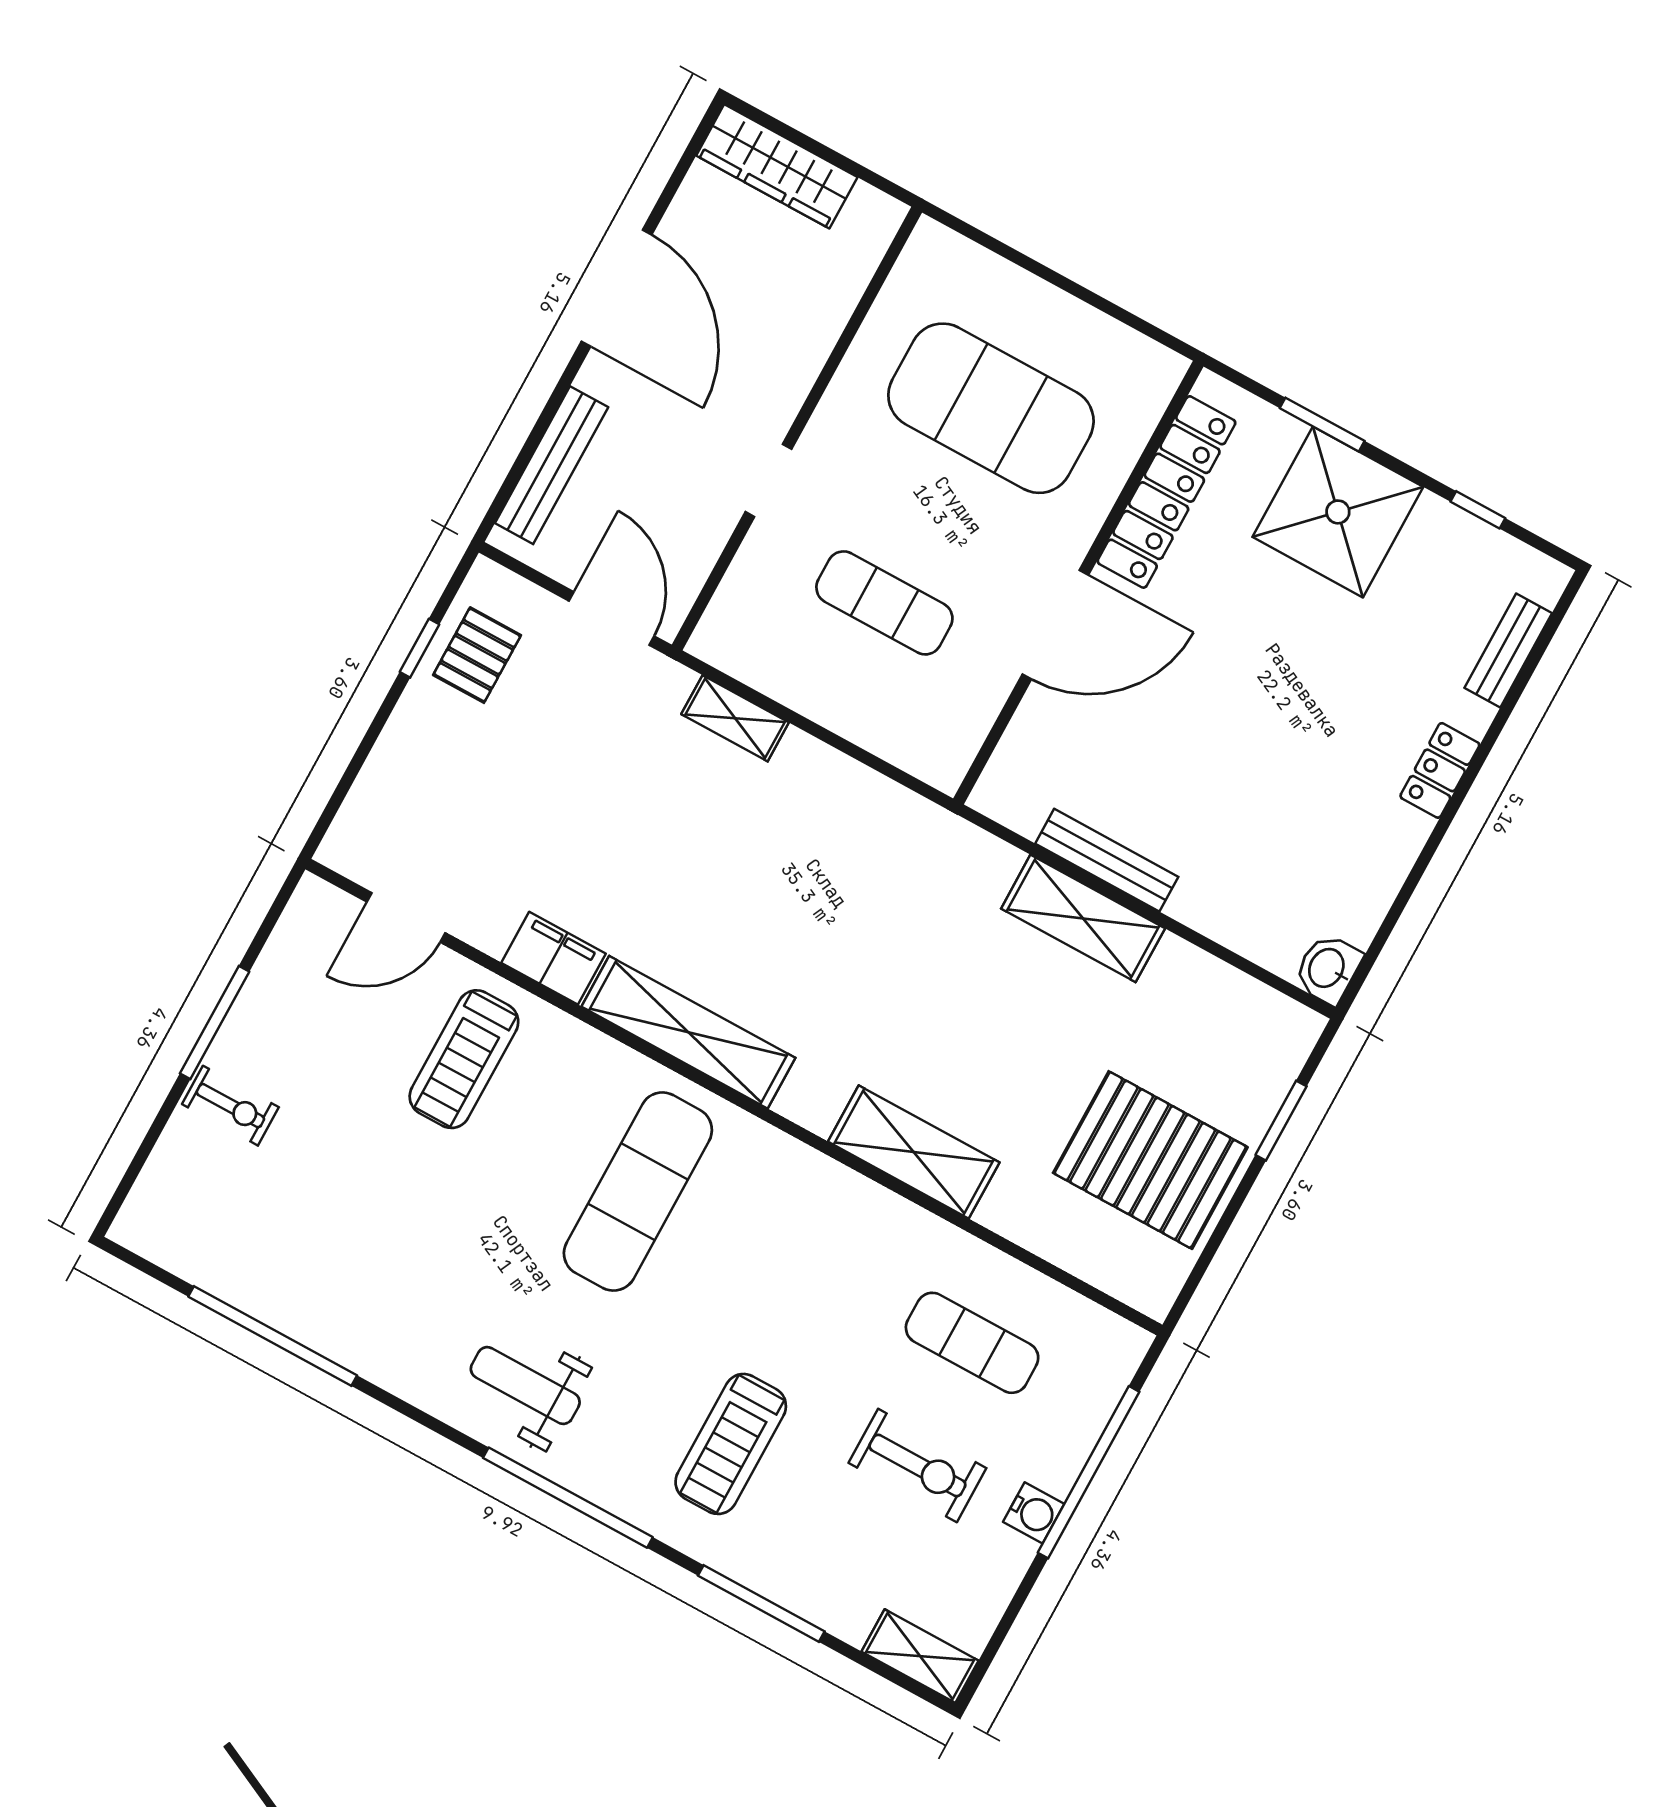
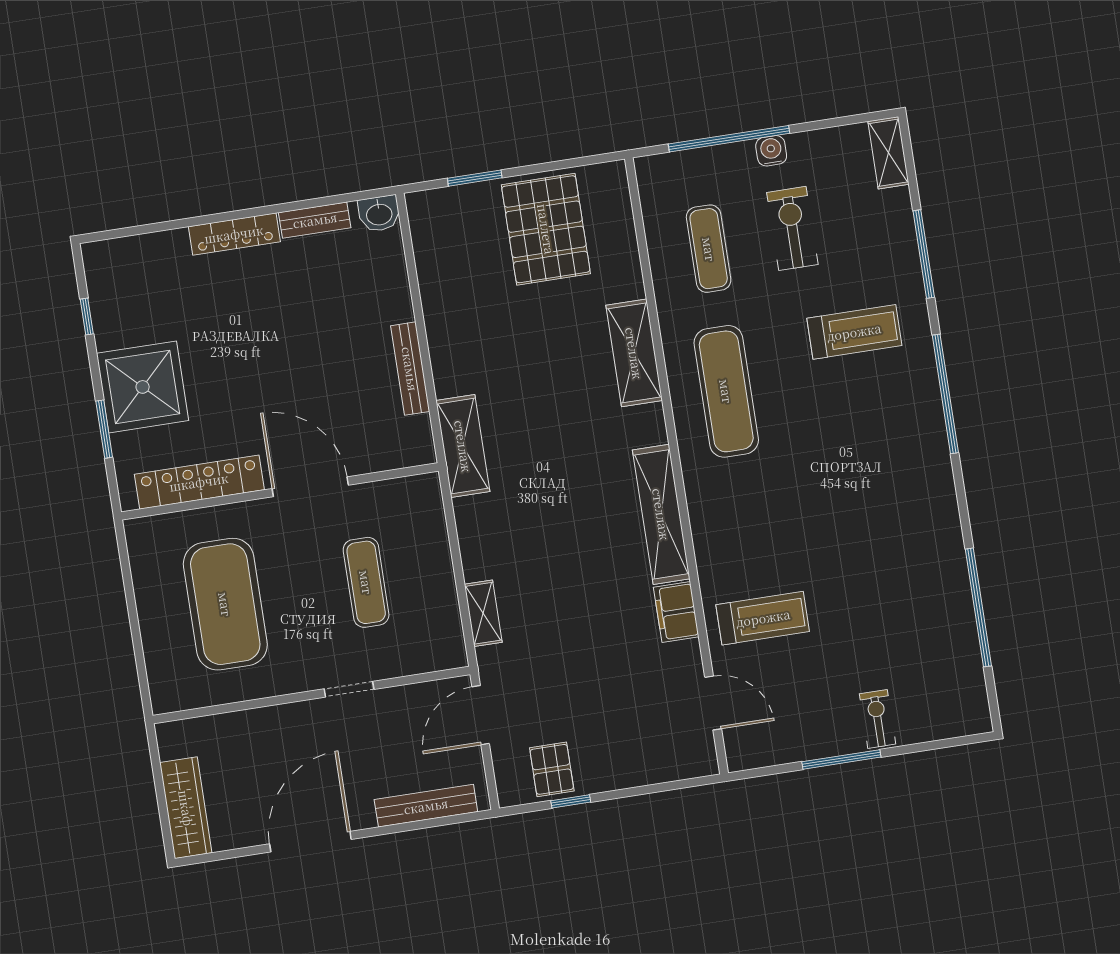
bench: (1508, 650) -> (315, 220), moved
pallet: (477, 655) -> (552, 769), turned 90
locker: (1440, 770) -> (234, 234), width x1.53
shelving: (1083, 918) -> (463, 446), moved
exercise mat: (638, 1192) -> (726, 391), moved, turned 90
weight bench: (525, 1386) -> (905, 459), removed

